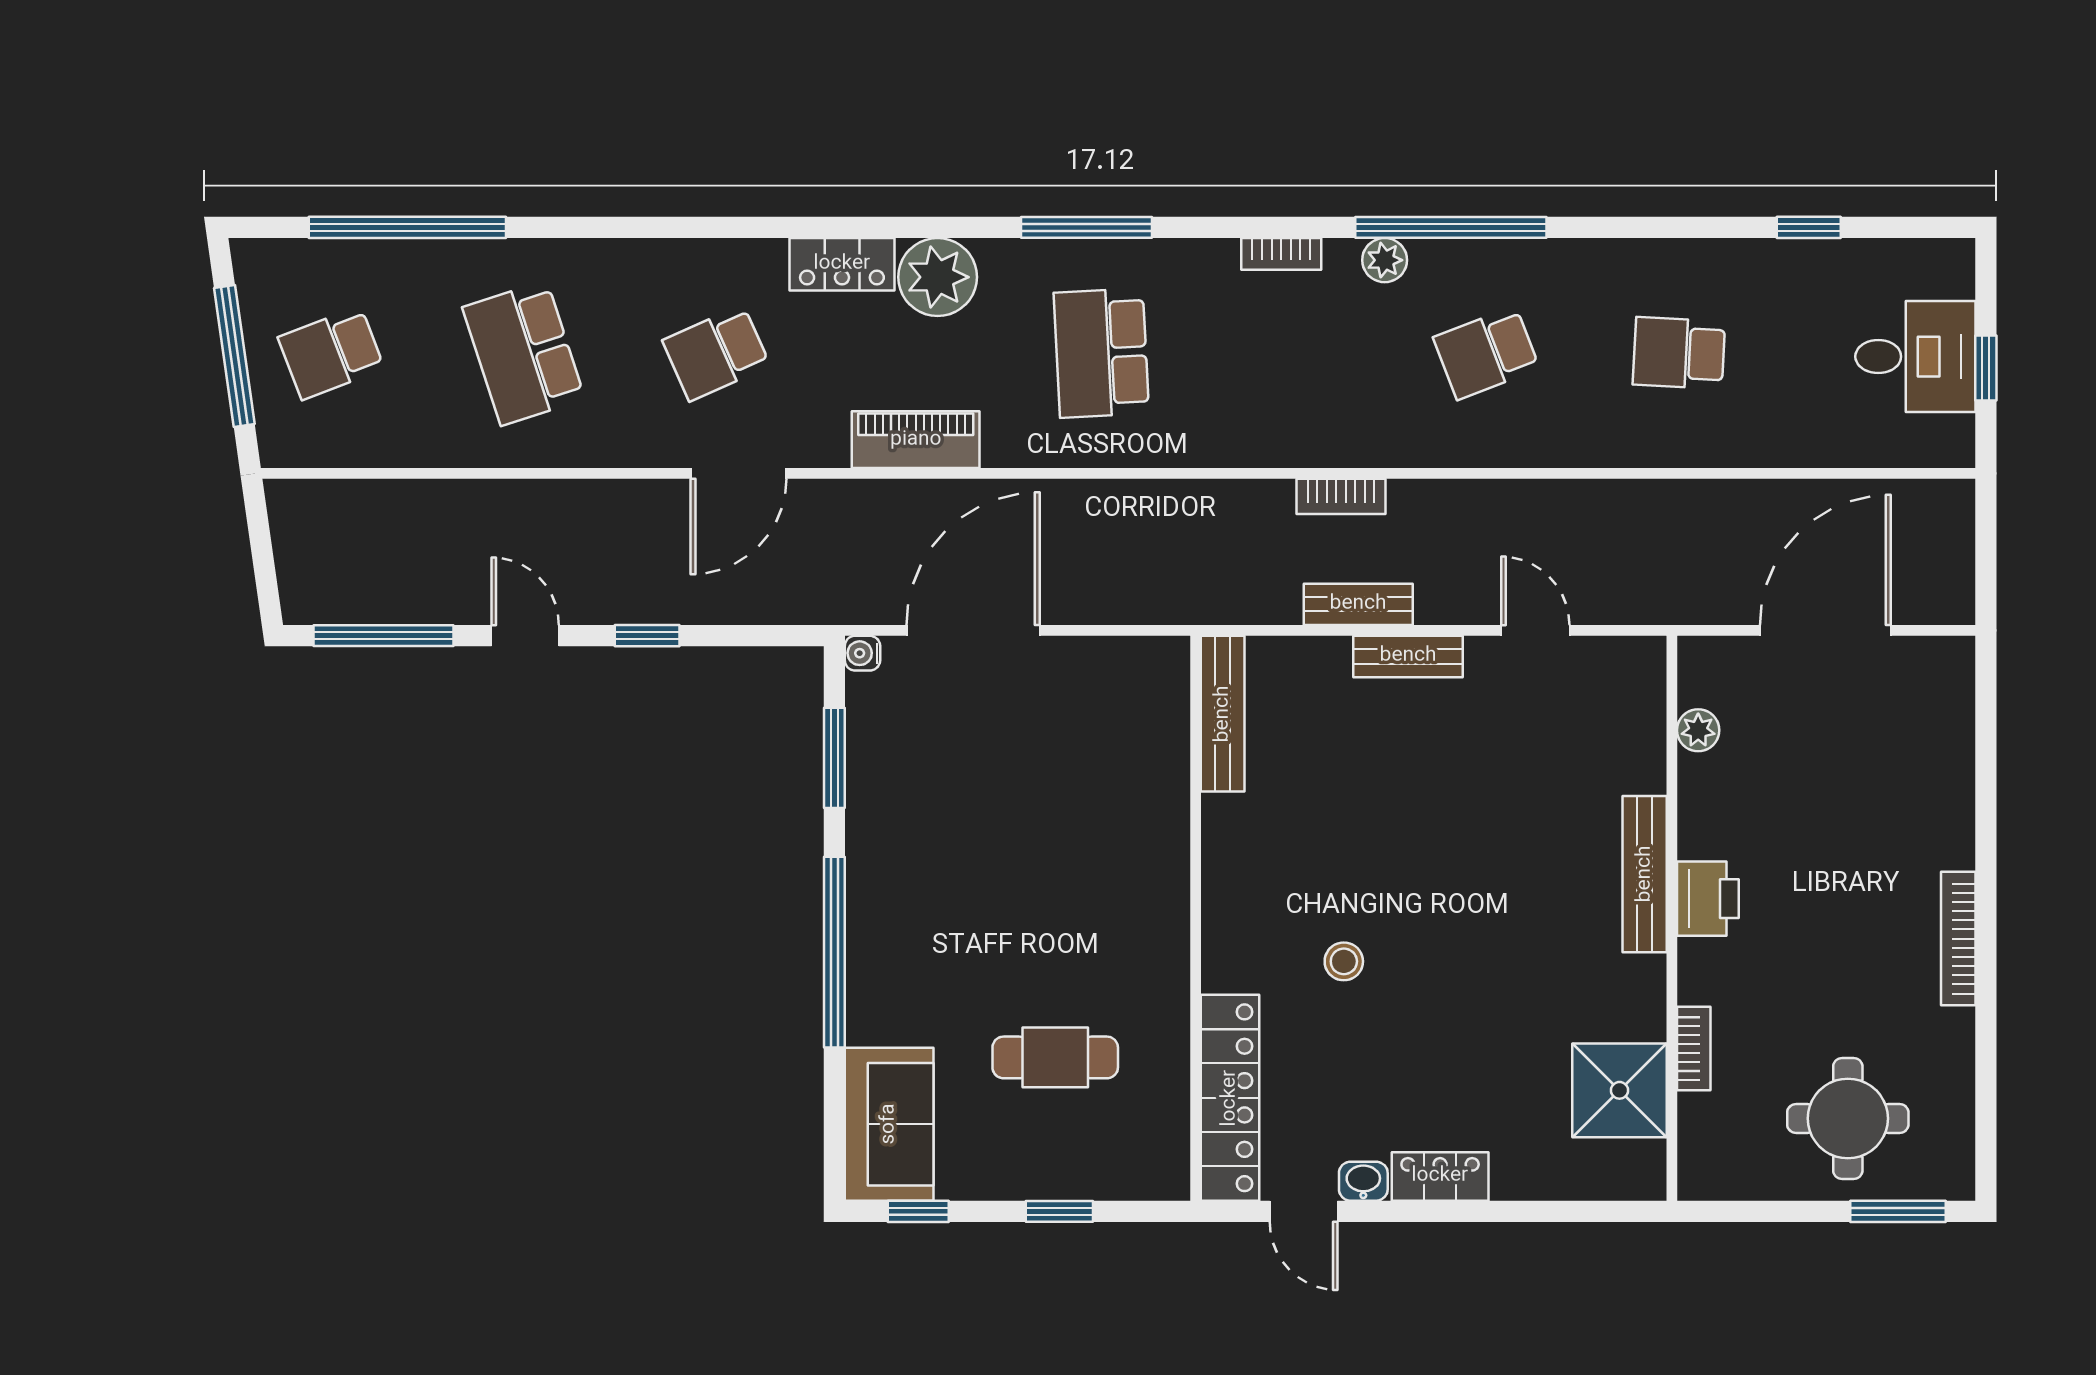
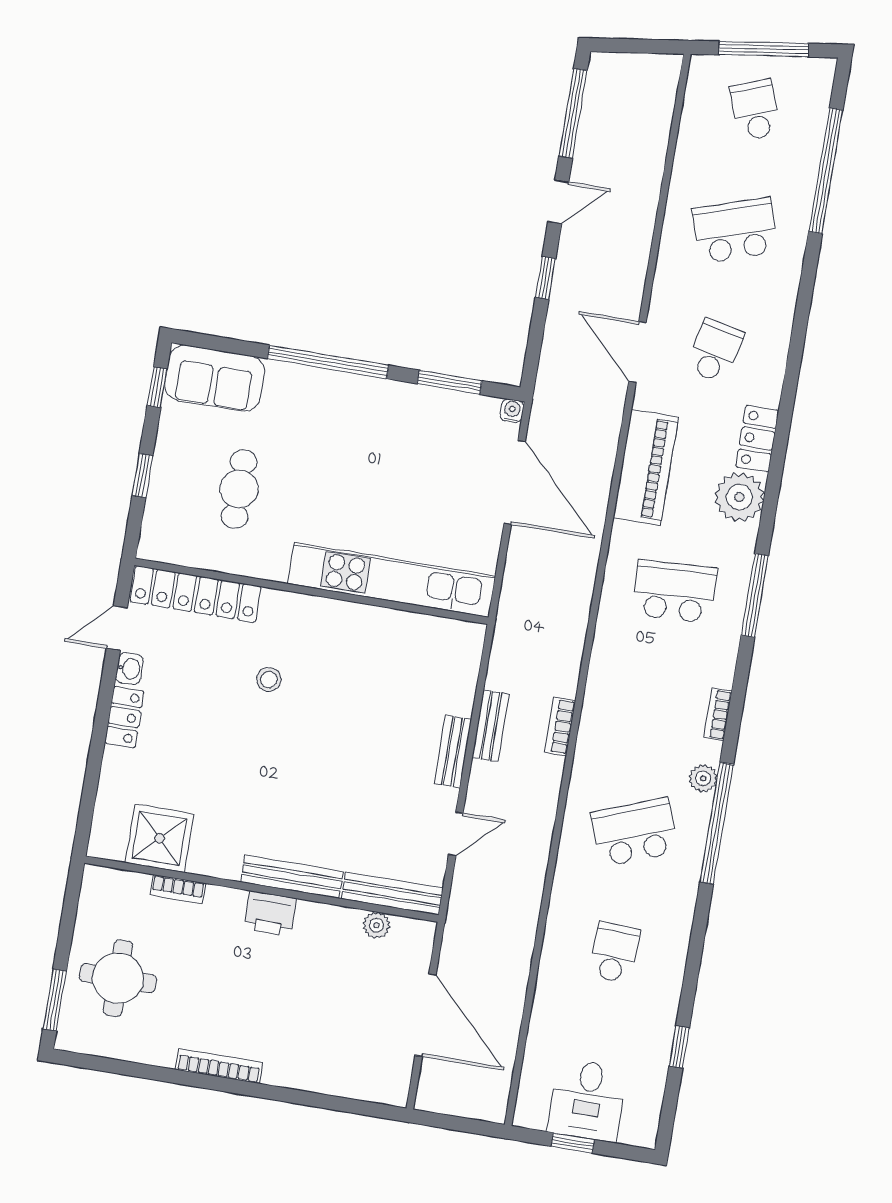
school desk: (716, 353) -> (715, 351), turned 36
school desk: (1486, 353) -> (634, 832), width x1.85
piano: (916, 440) -> (646, 467), width x1.37, depth x1.33
bench: (1223, 714) -> (392, 894), moved
kitchen unit: (1157, 796) -> (392, 580), added

